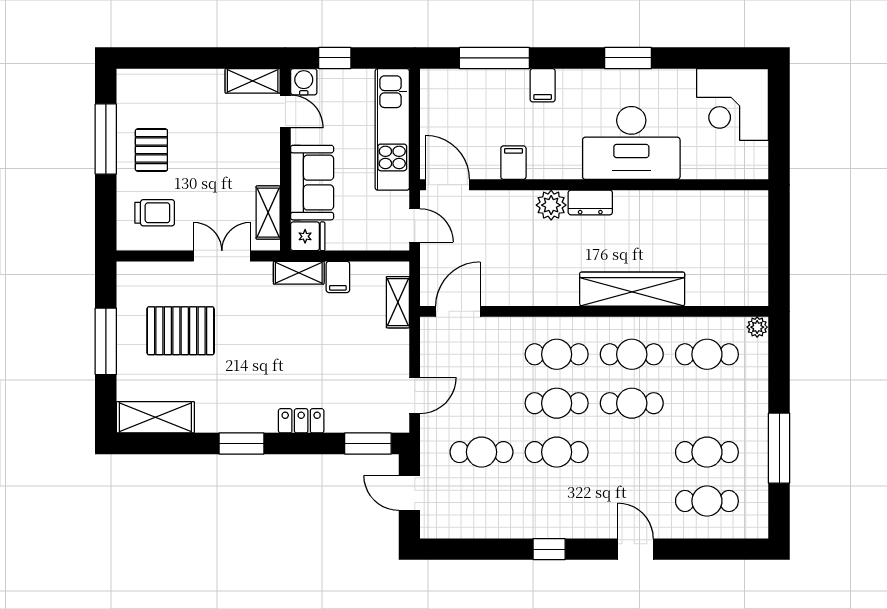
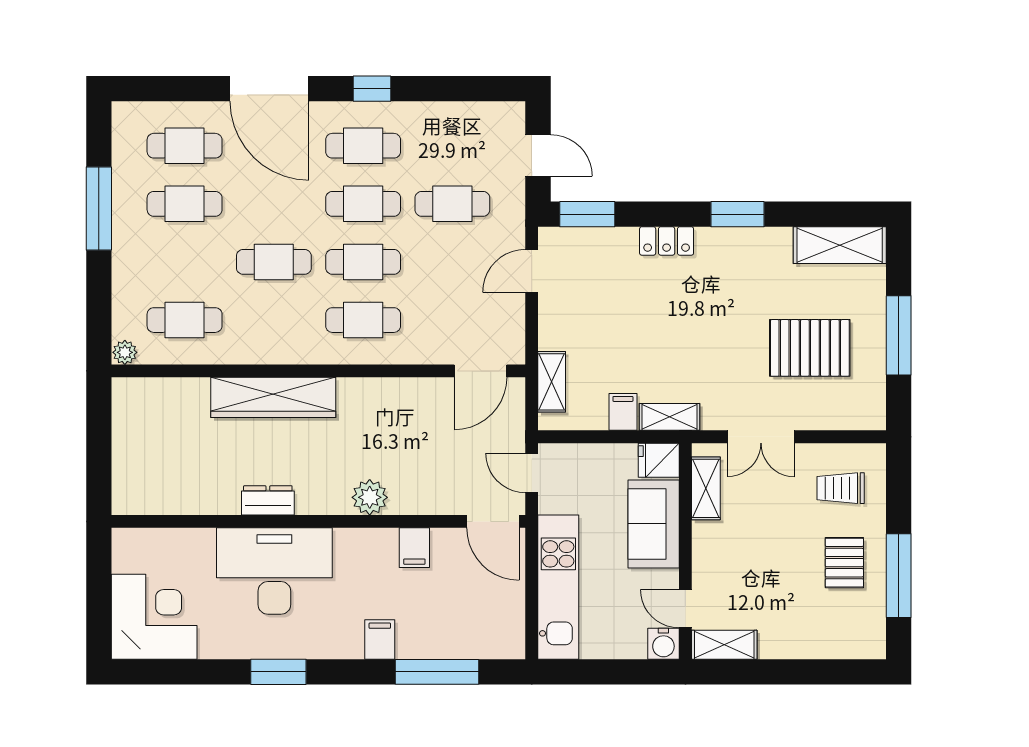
window: (335, 58) -> (627, 672), removed
dresser: (590, 202) -> (268, 500), moved
cafe table: (632, 354) -> (363, 146), moved
door: (636, 549) -> (269, 89), width x1.88

